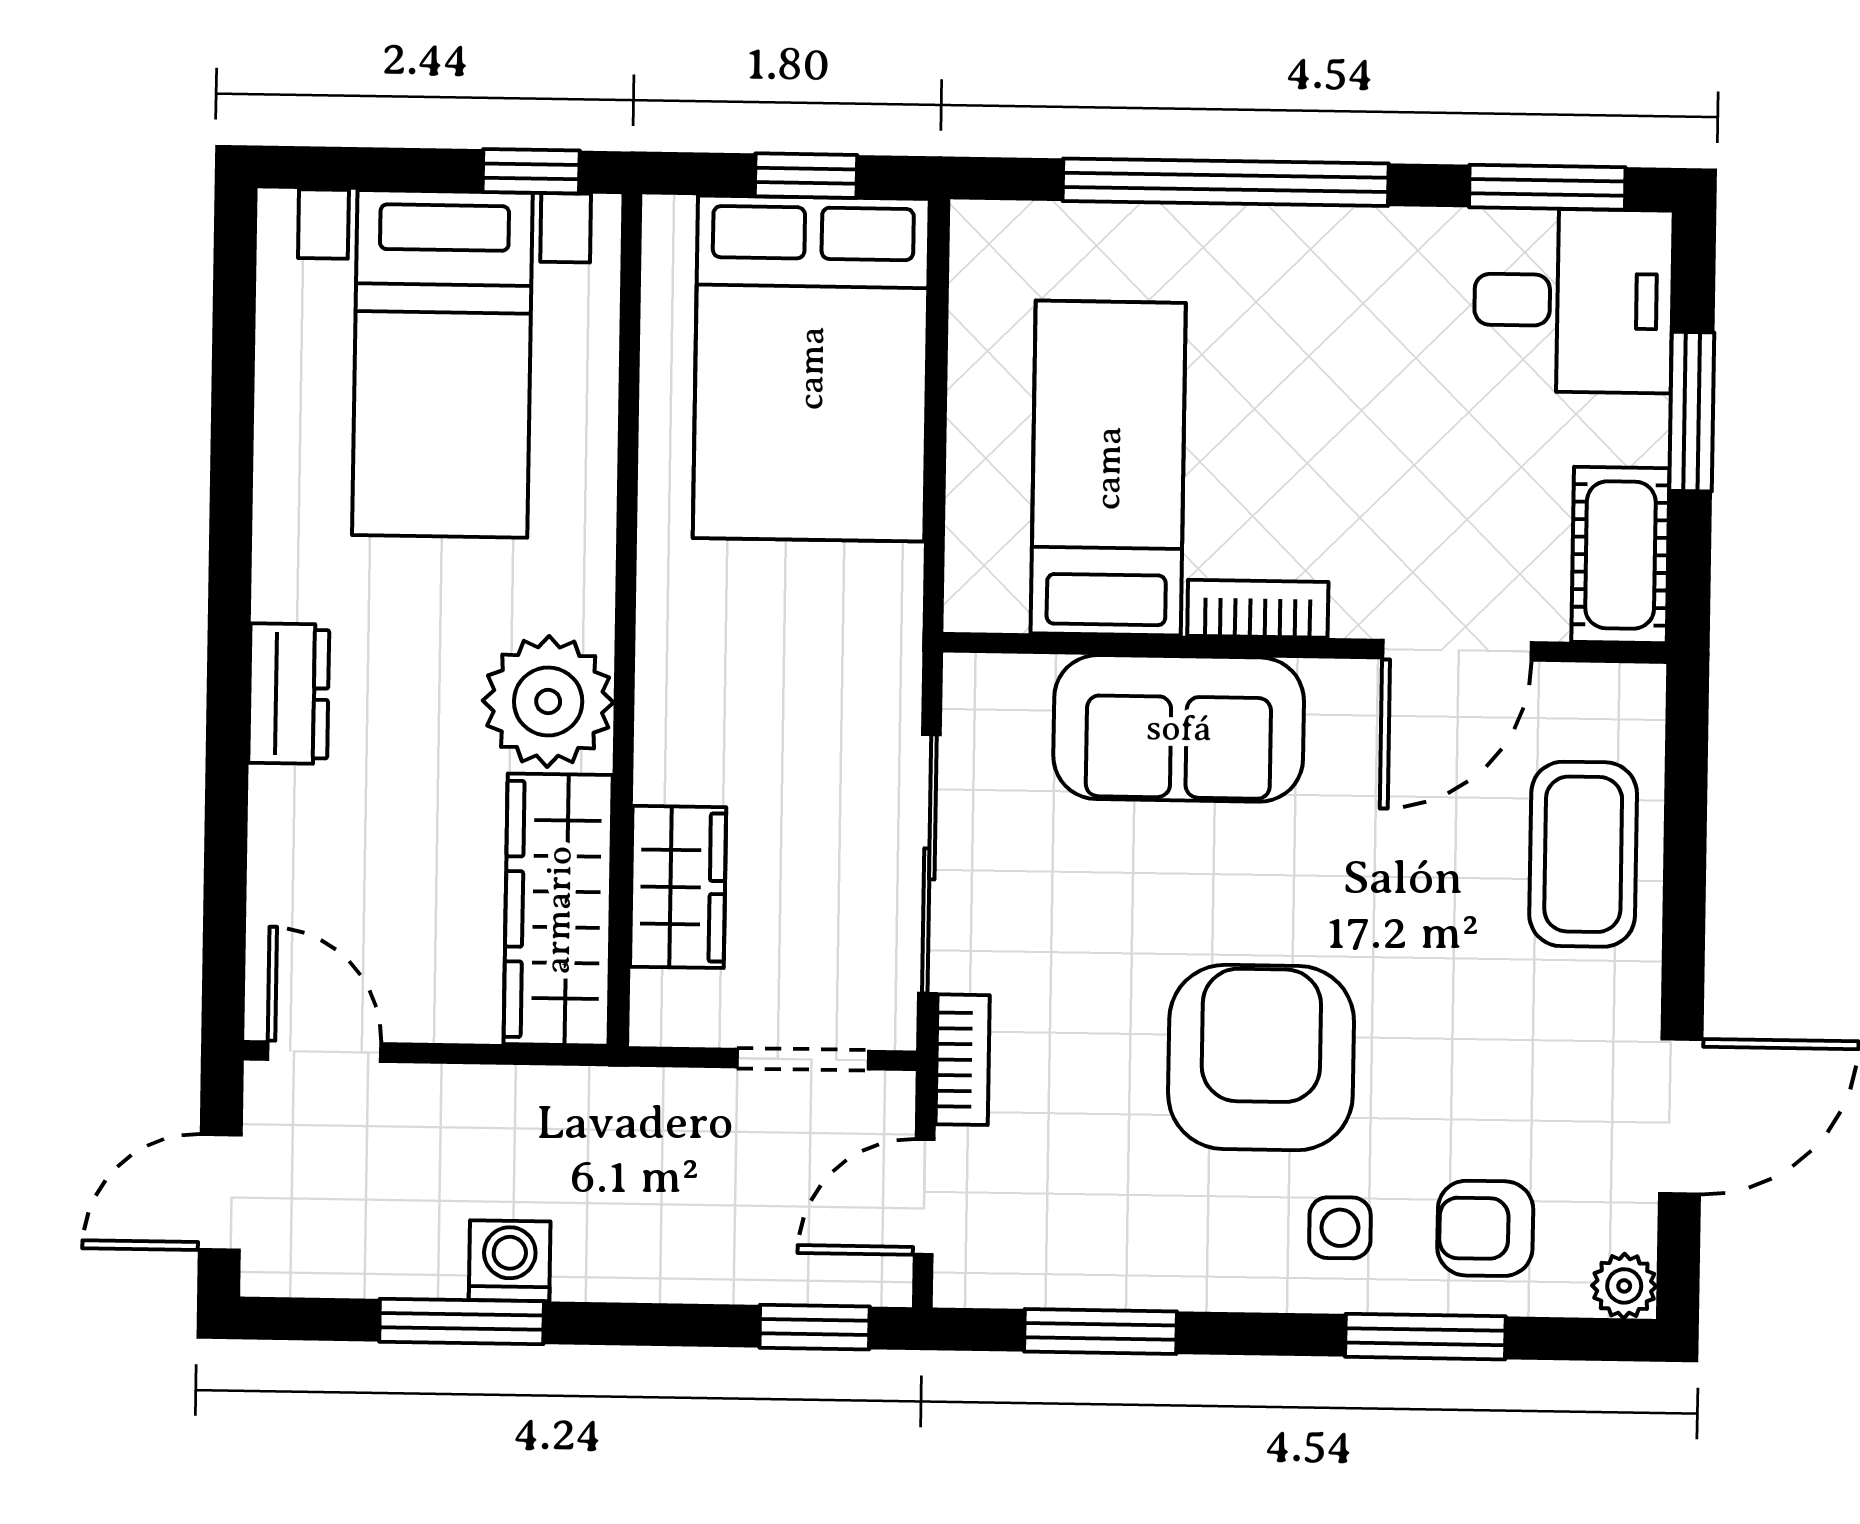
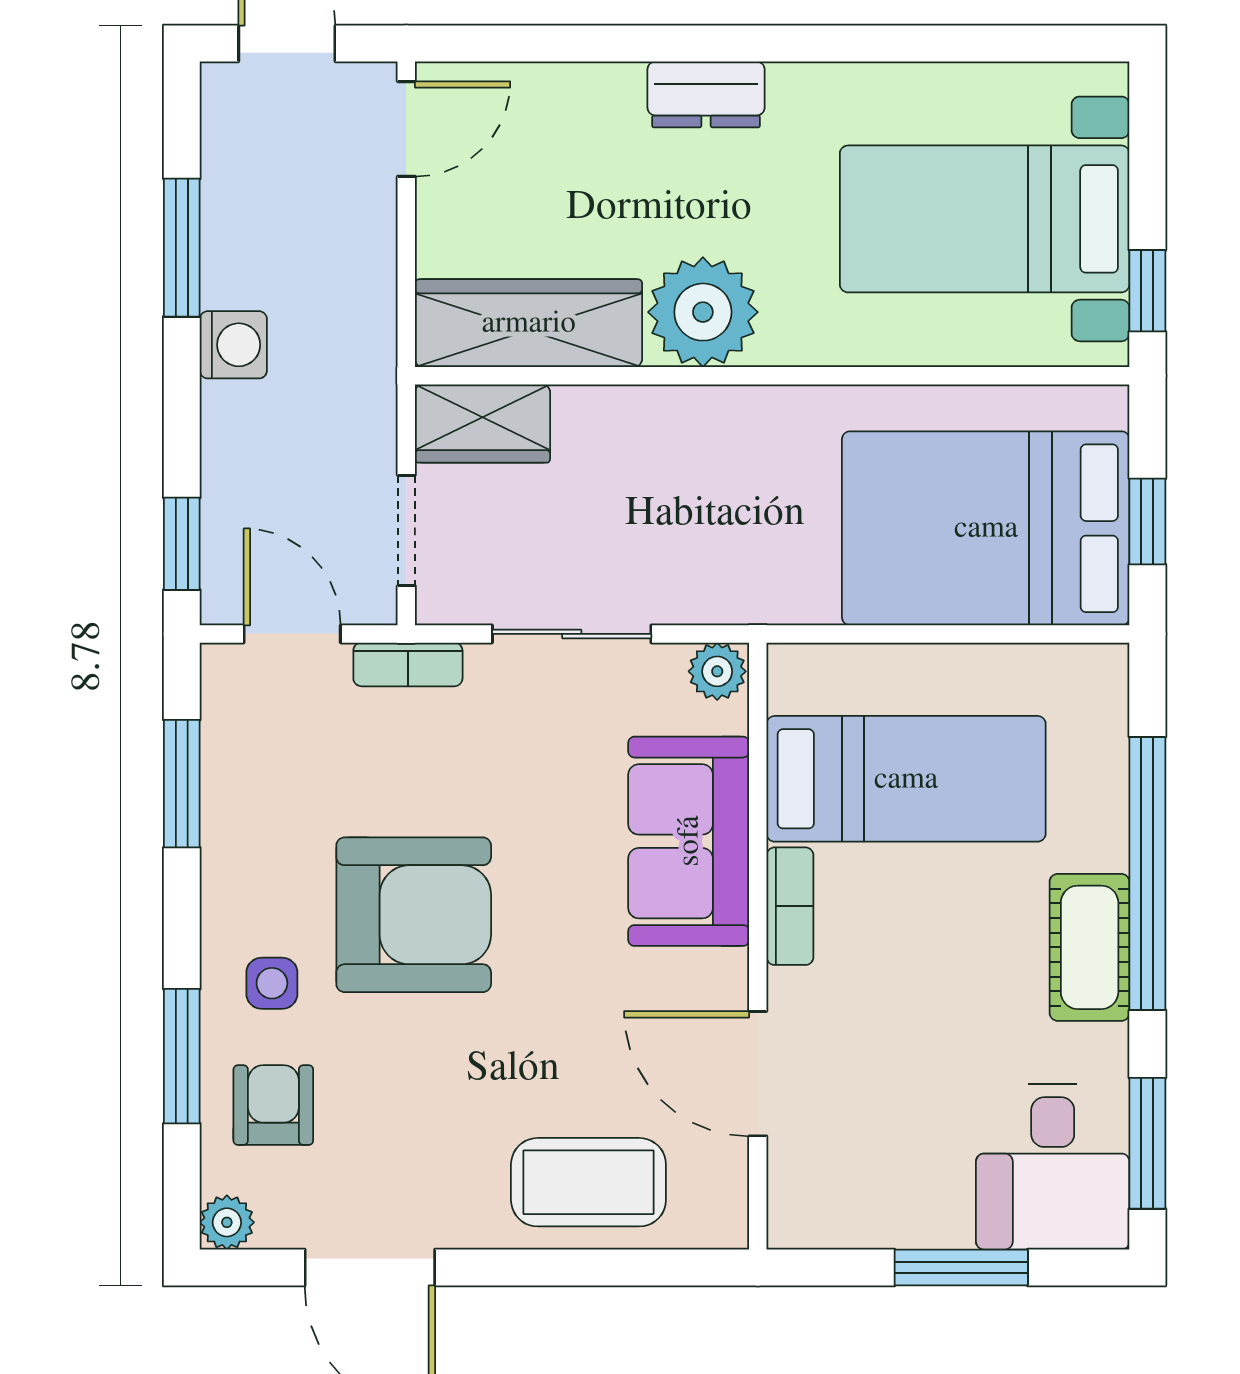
cot: (1620, 555) -> (1090, 947), moved, turned 90
plant: (977, 691) -> (717, 671), added
sliding door: (929, 864) -> (572, 634), width x0.73
wardrobe: (678, 887) -> (483, 424), moved
washing machine: (510, 1261) -> (233, 345), moved

